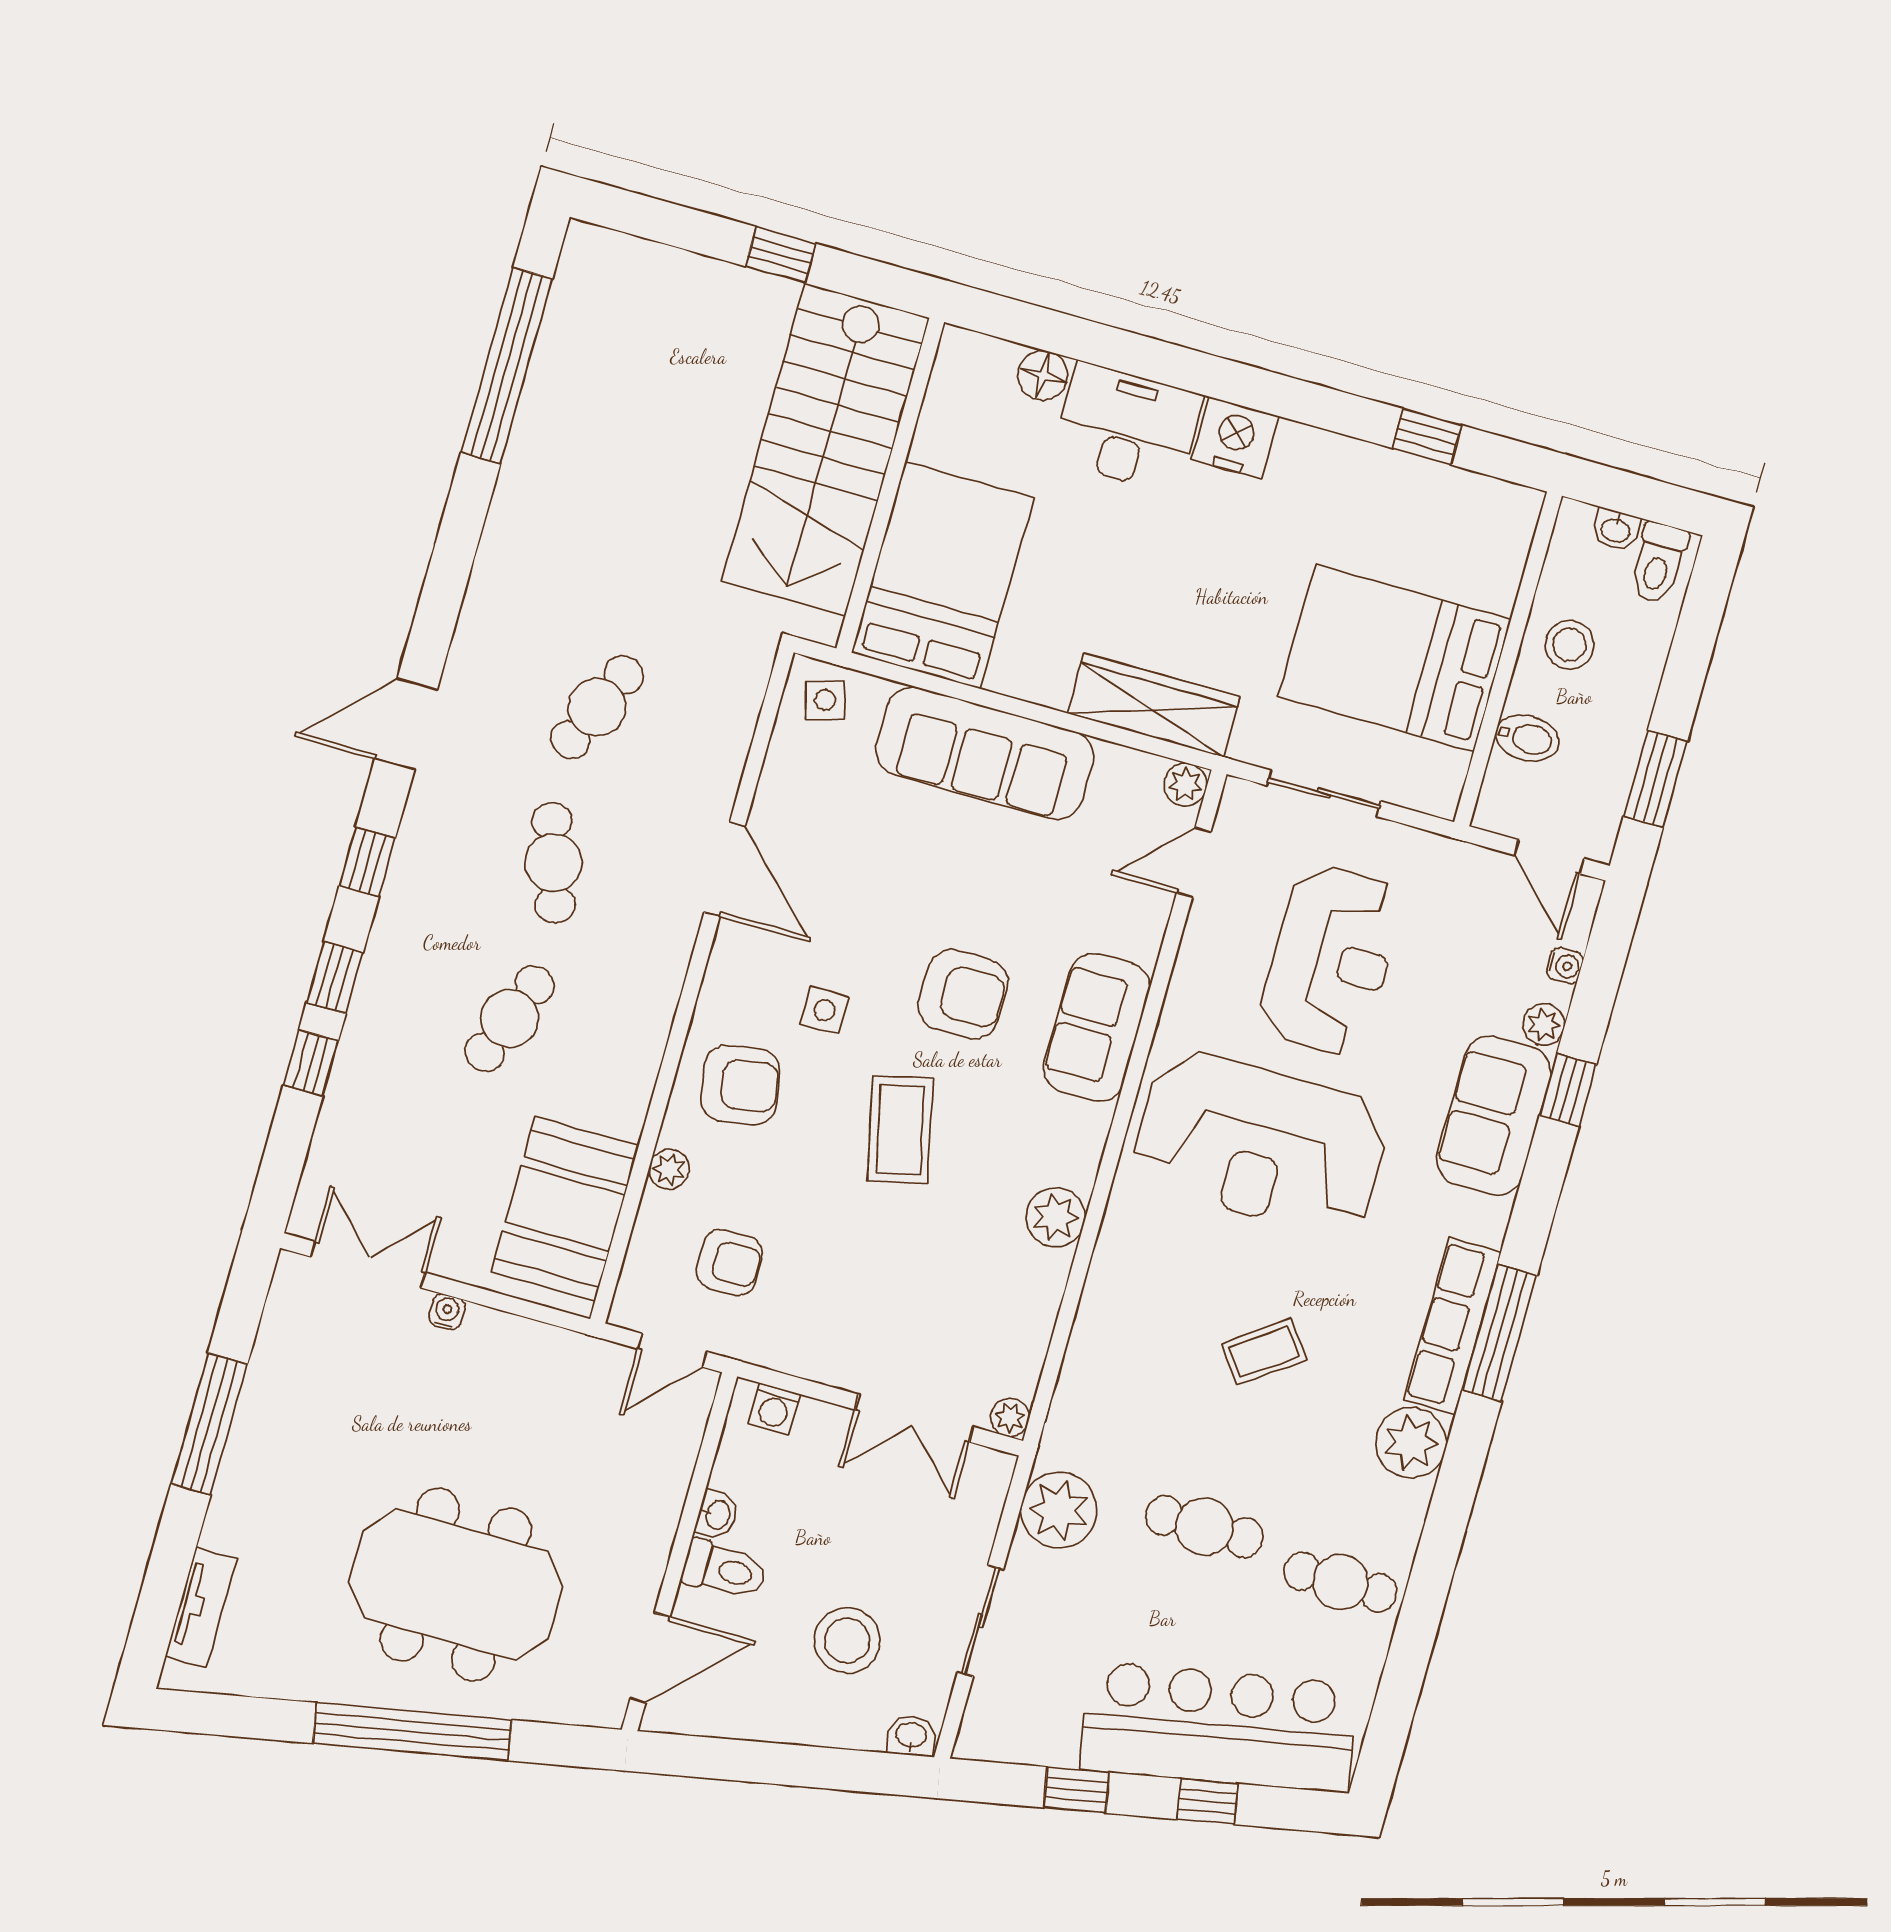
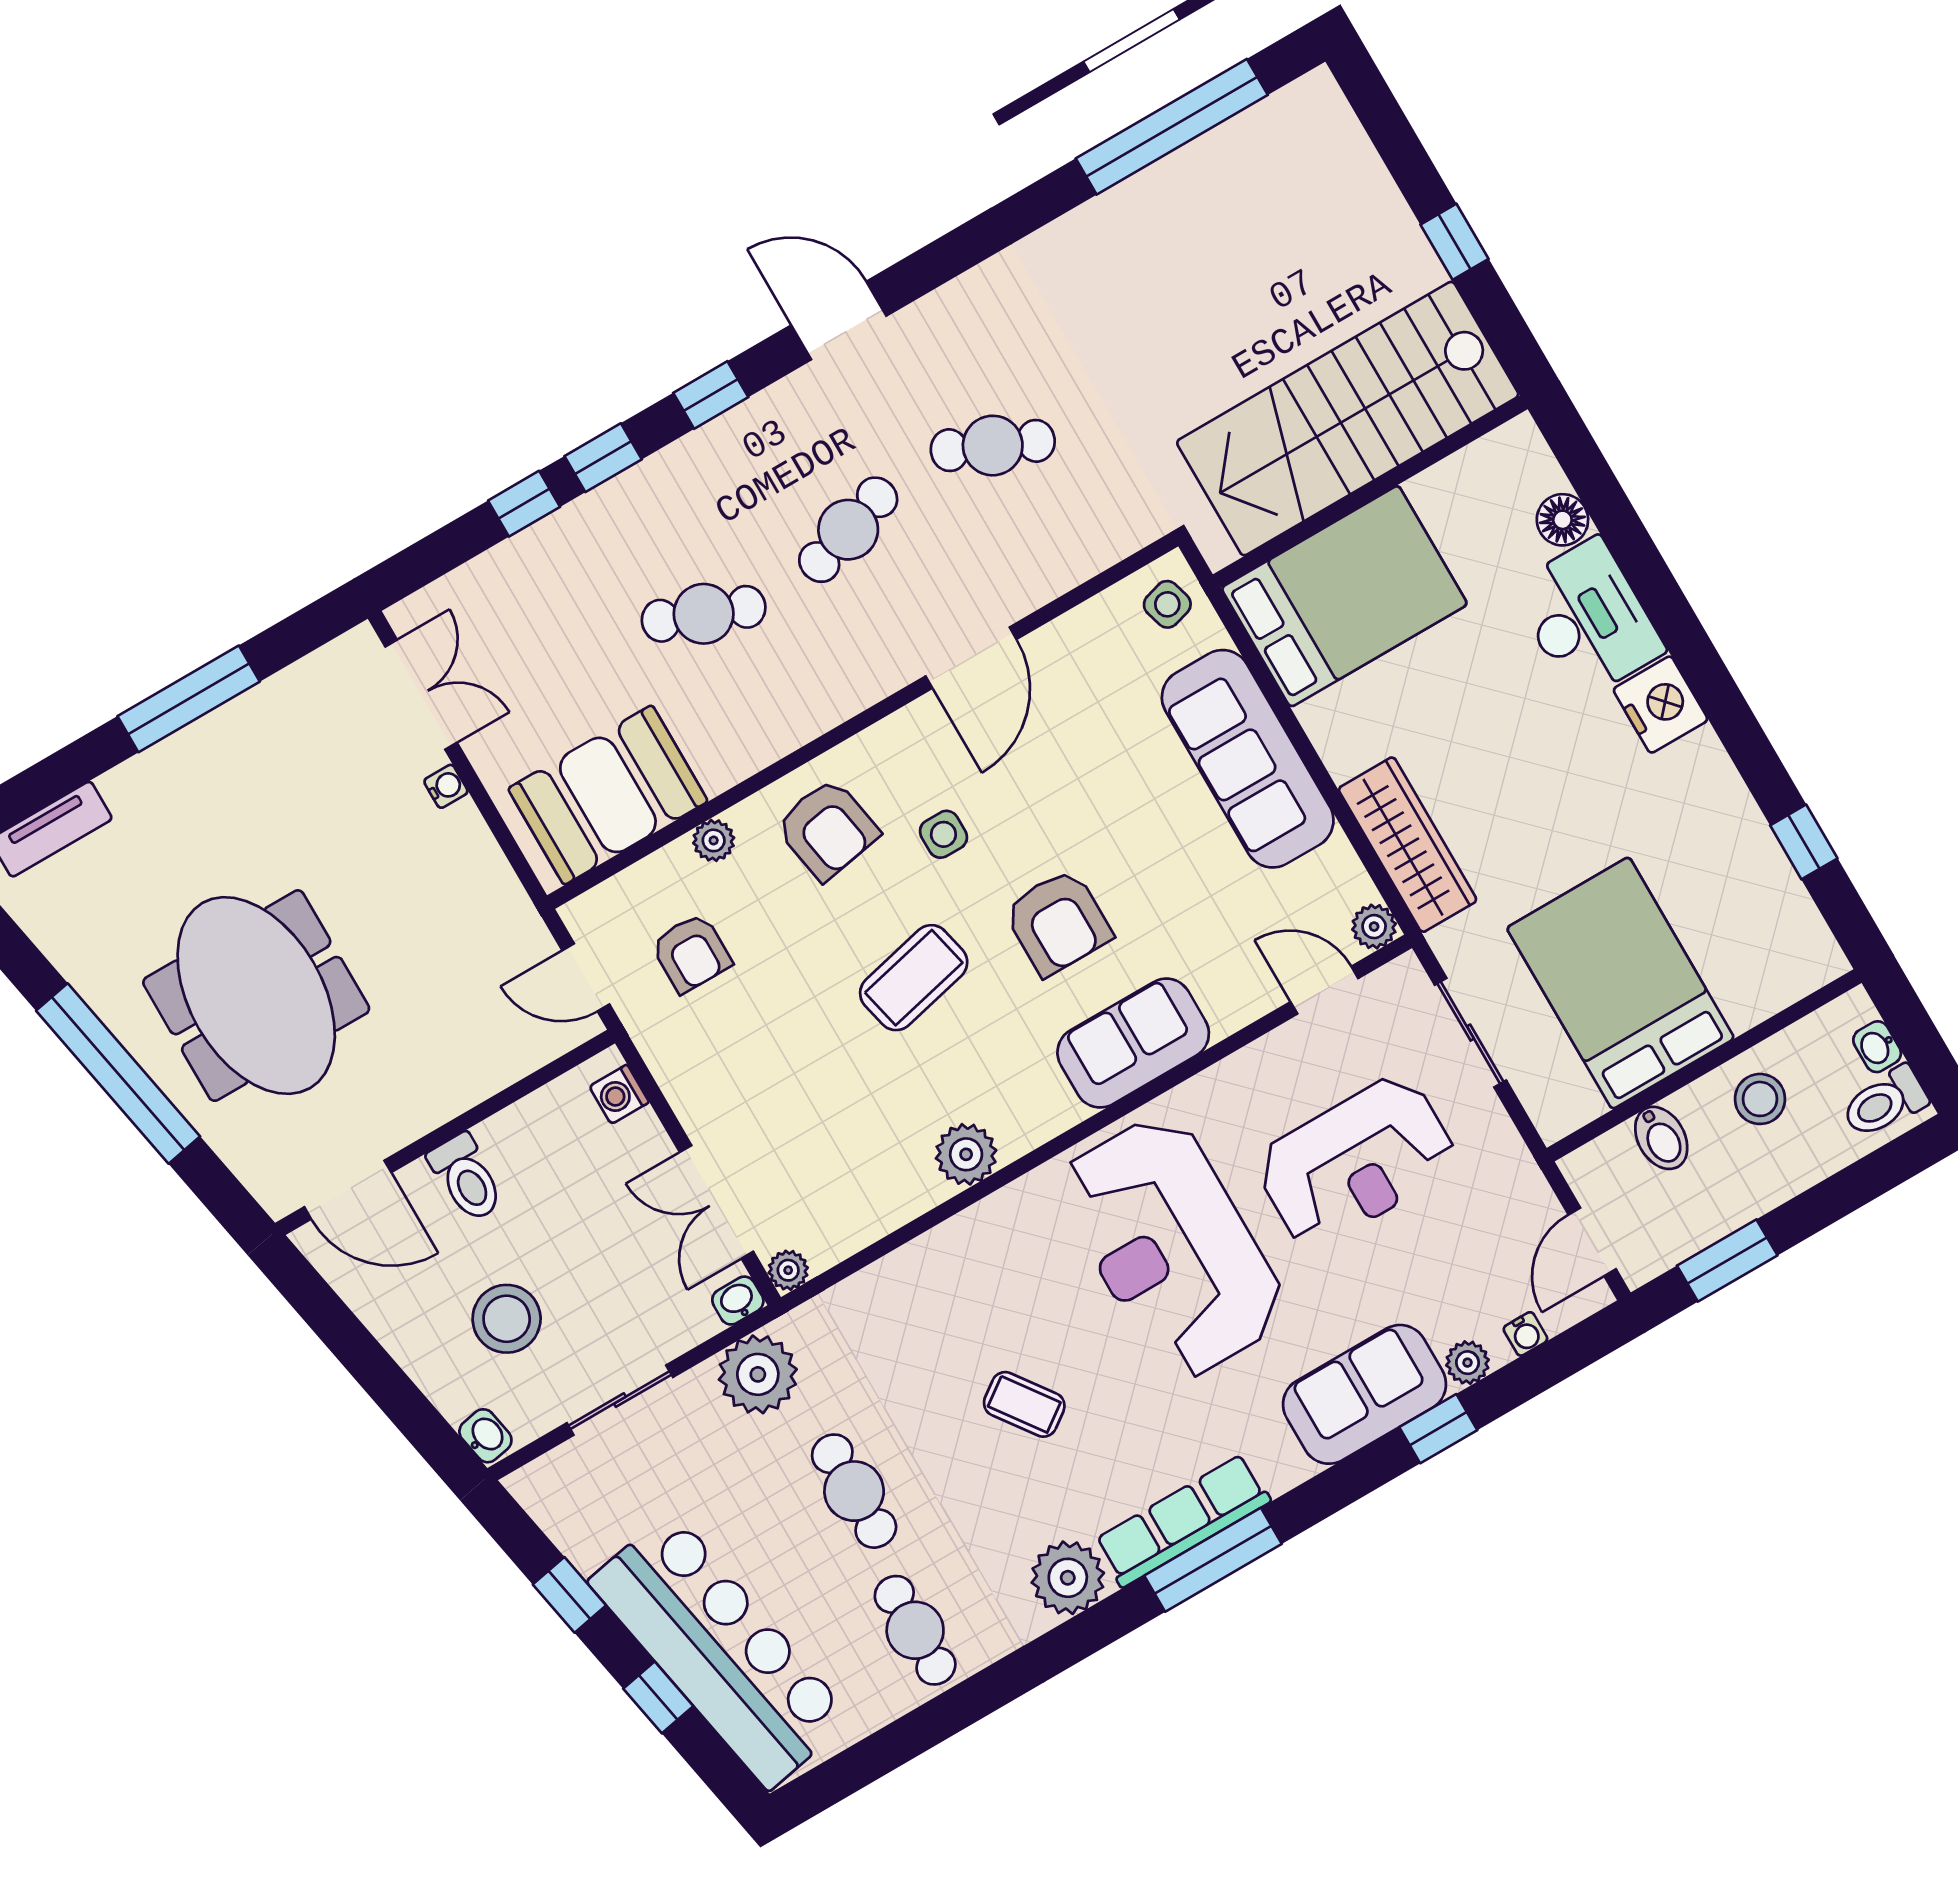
washbasin: (717, 1515) -> (738, 1301), moved, turned 180

